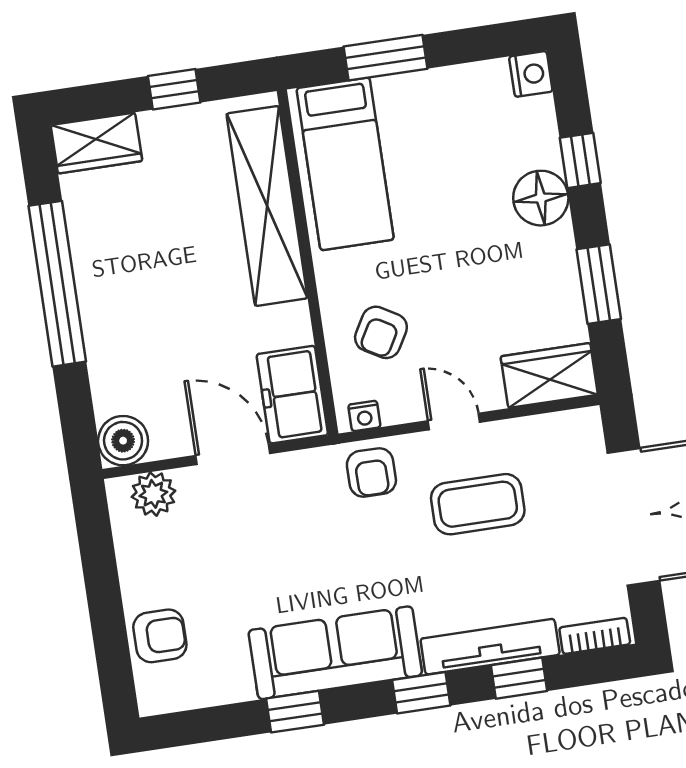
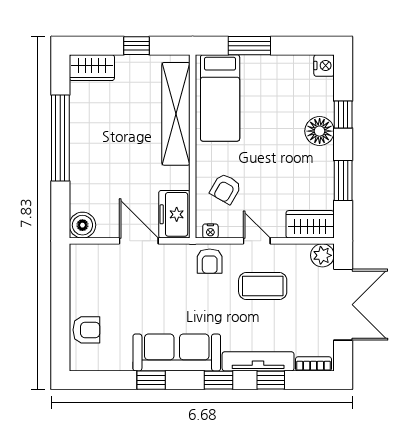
plant: (153, 494) -> (322, 255), moved

